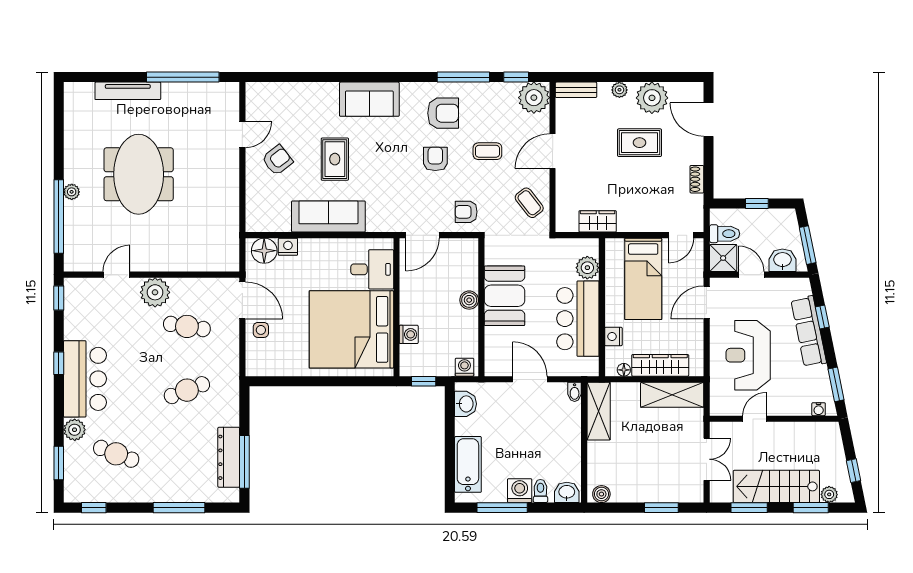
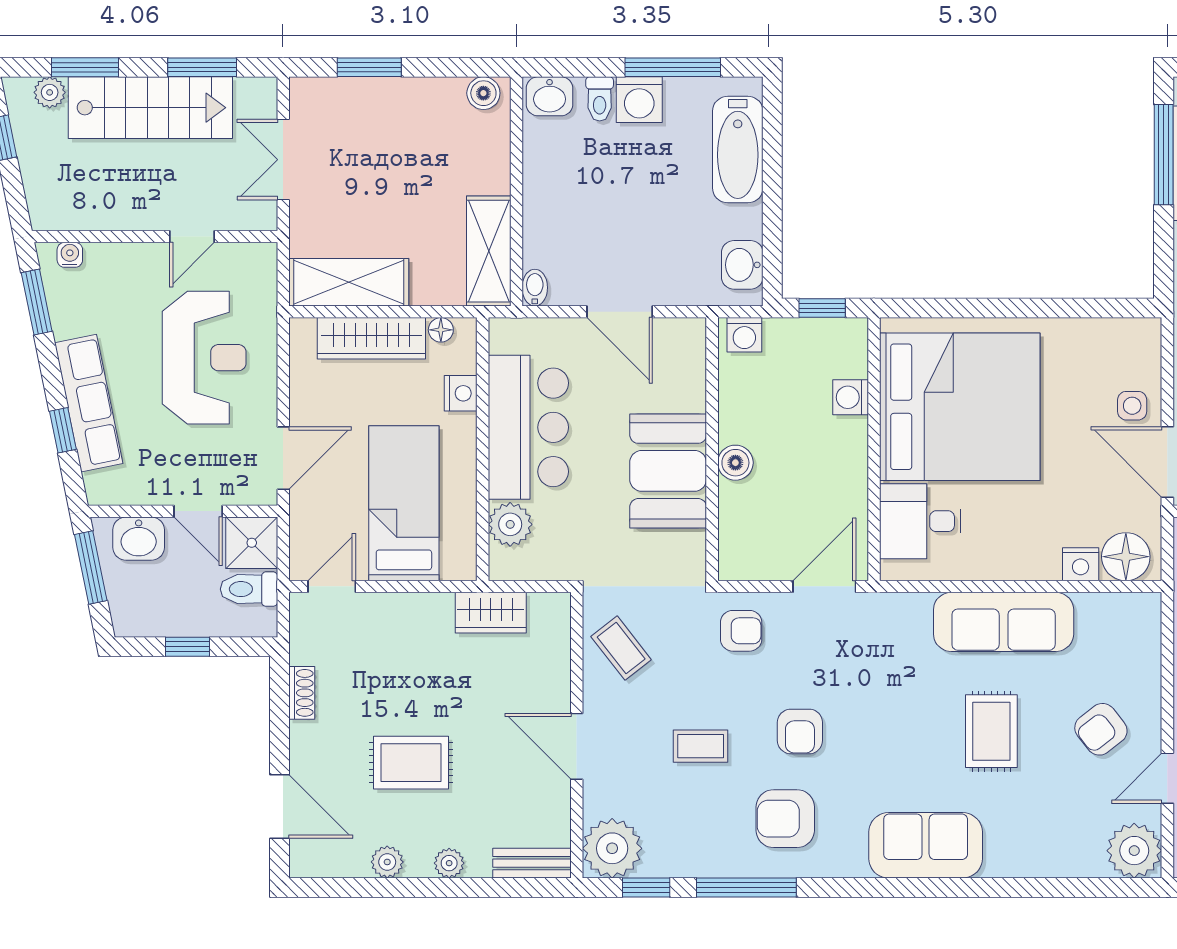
plant: (260, 96) -> (1134, 851), added
plant: (652, 98) -> (387, 862), width x0.53, depth x0.53
door: (553, 151) -> (577, 746), swing flipped

